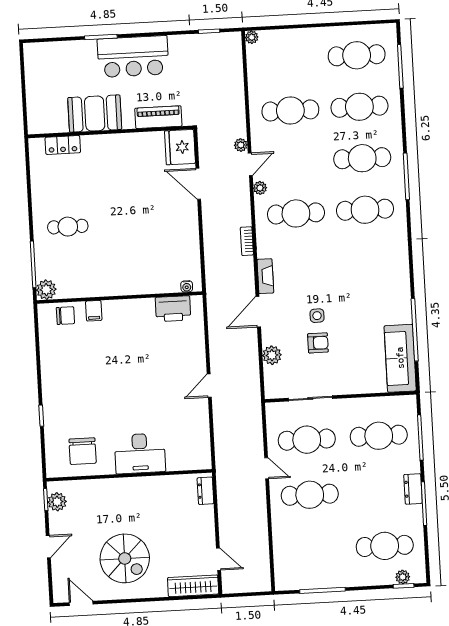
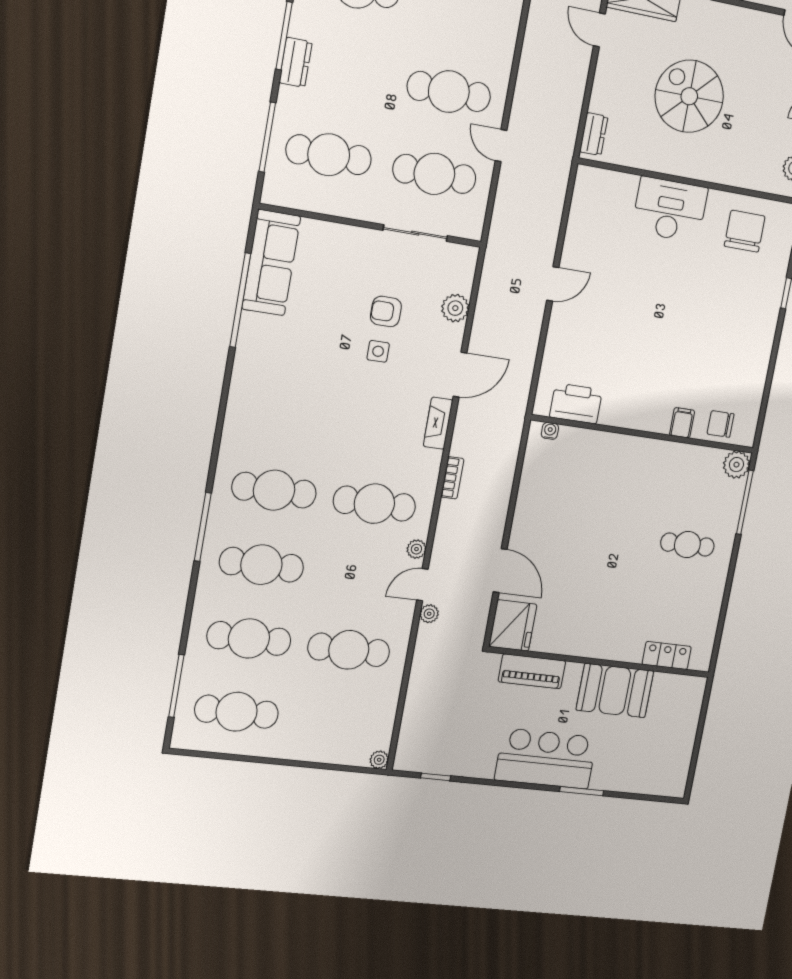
spiral stairs: (125, 558) -> (689, 96), moved

